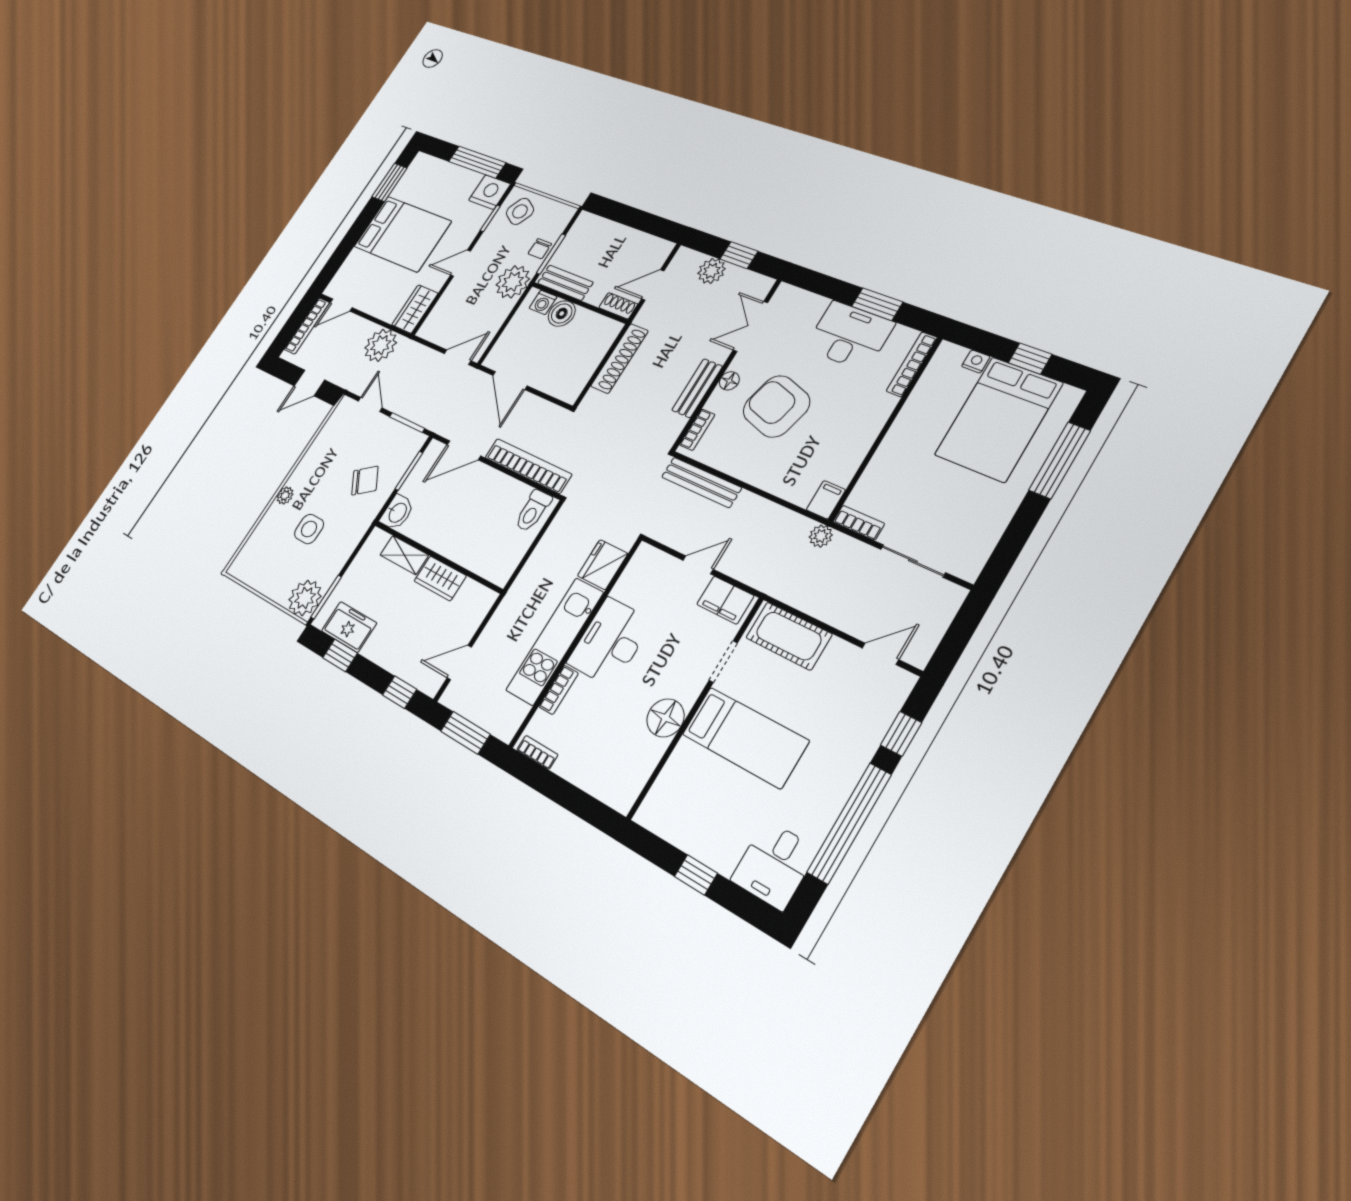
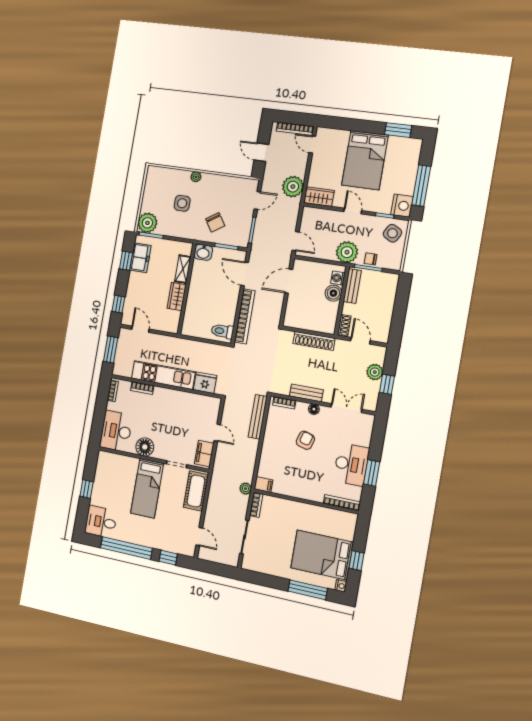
nightstand: (976, 361) -> (341, 586), moved
armchair: (776, 406) -> (305, 440), width x0.53, depth x0.53
desk: (610, 642) -> (116, 431), moved, turned -90

